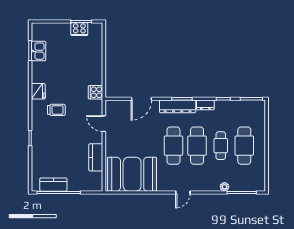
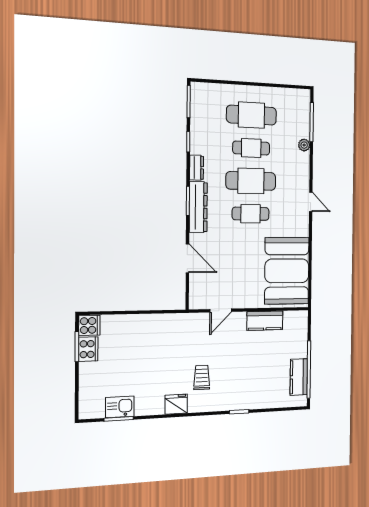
cooker: (96, 92) -> (89, 325), moved, turned -90
cafe table: (173, 146) -> (251, 214), width x0.73, depth x0.74

